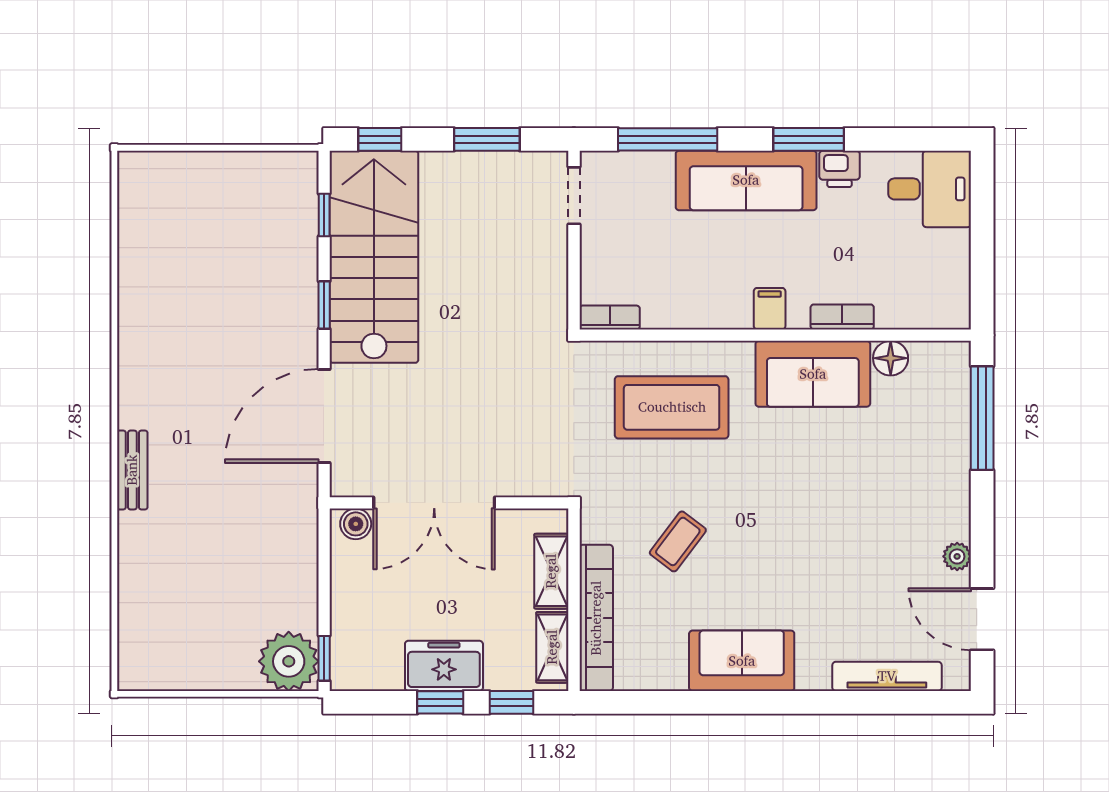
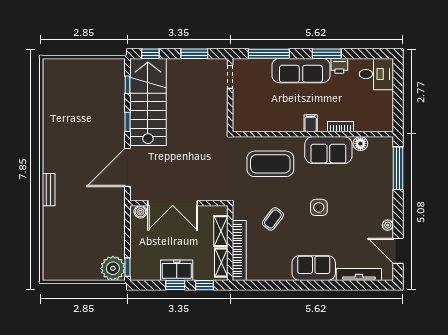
bookcase: (610, 317) -> (245, 127), removed
side table: (789, 513) -> (319, 207), added
sofa: (742, 661) -> (314, 268), moved

